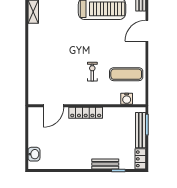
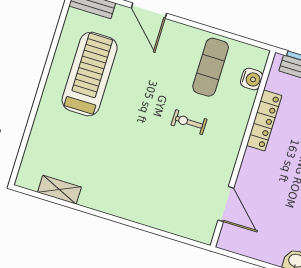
locker: (86, 113) -> (264, 120), moved

